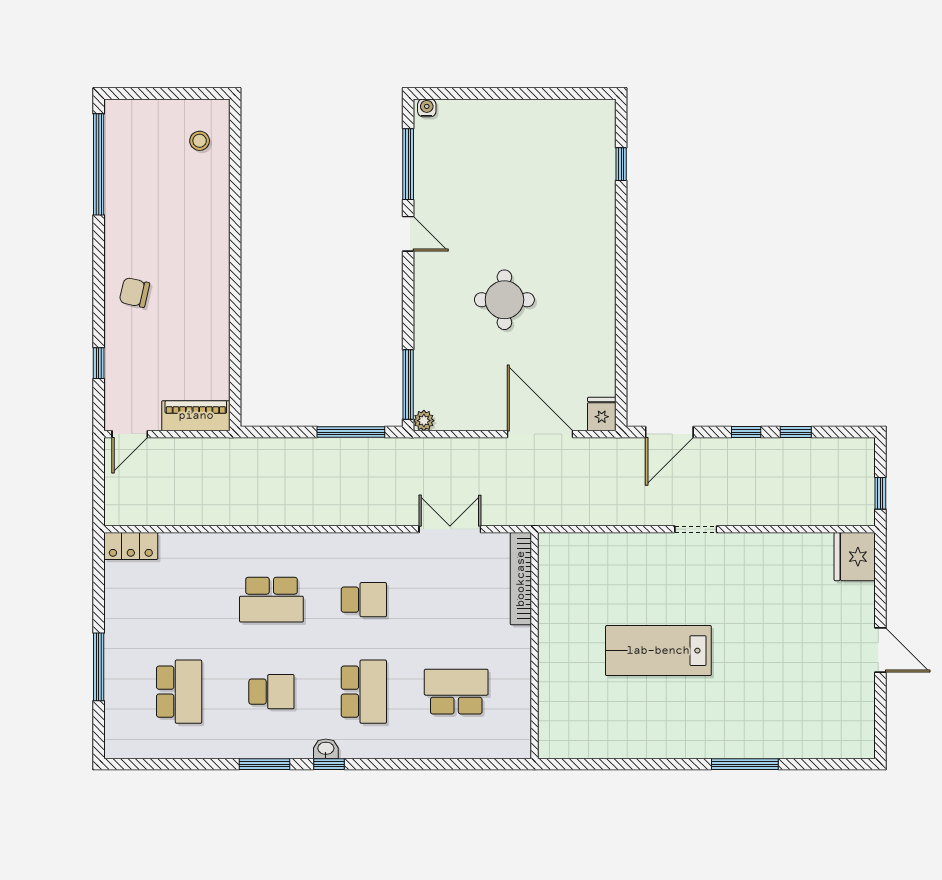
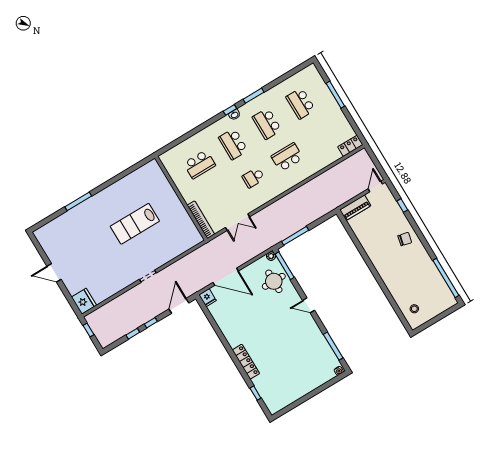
door: (408, 234) -> (309, 305), moved
locker: (602, 239) -> (246, 362), added
round table: (504, 300) -> (274, 281), moved
lab bench: (658, 651) -> (135, 224), turned 180
school desk: (271, 692) -> (267, 124), width x1.85

